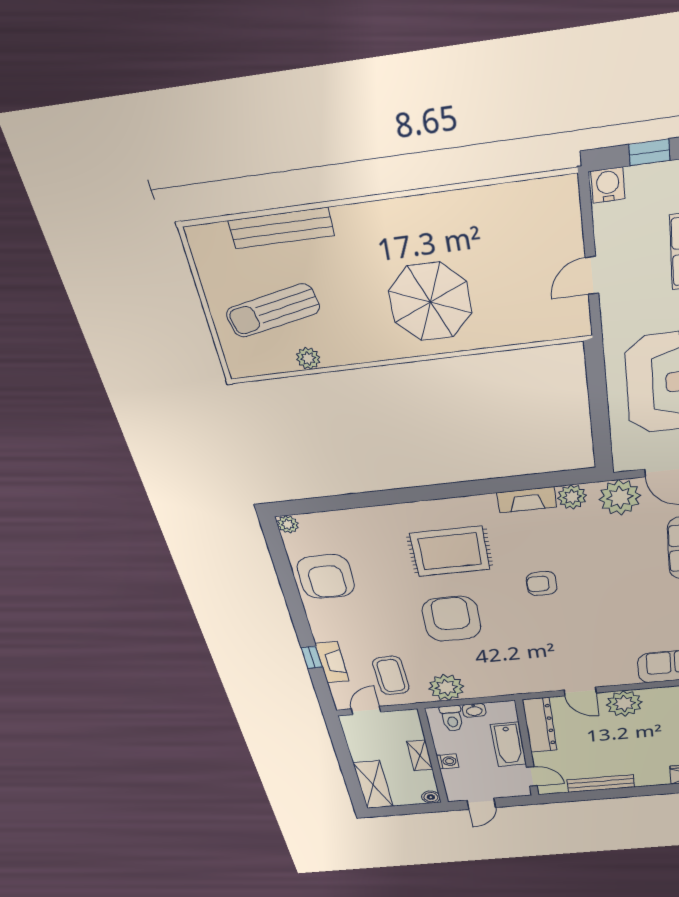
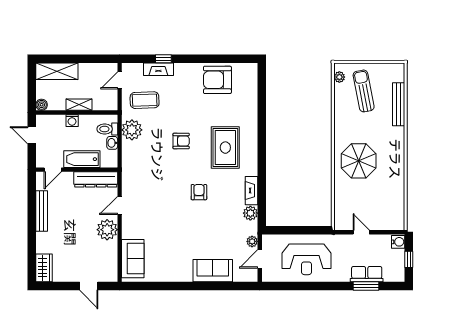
plant: (308, 358) -> (339, 77), moved
plant: (620, 497) -> (252, 241), width x0.53, depth x0.53
plant: (288, 524) -> (252, 68), removed
armchair: (452, 619) -> (181, 141), width x0.53, depth x0.53
door: (366, 710) -> (120, 80), swing flipped

